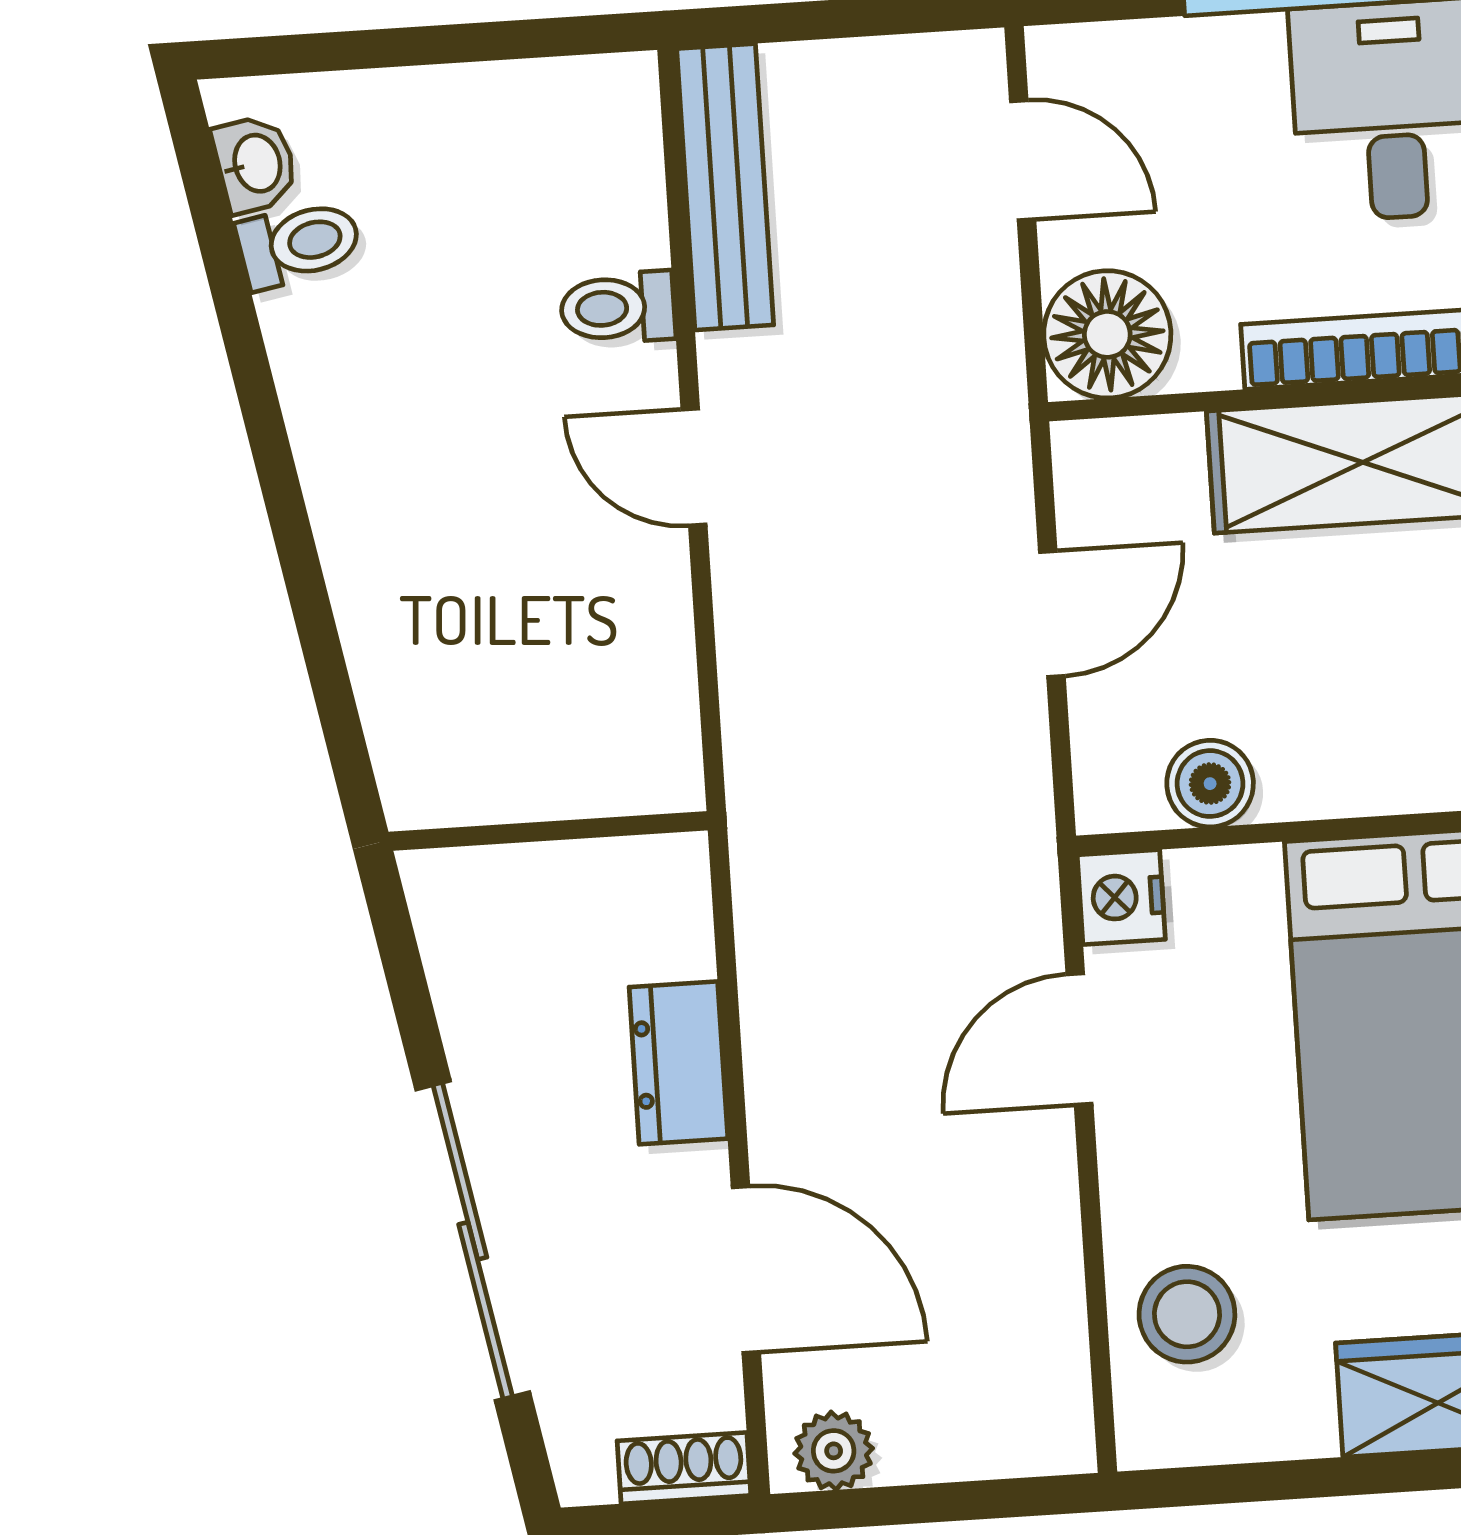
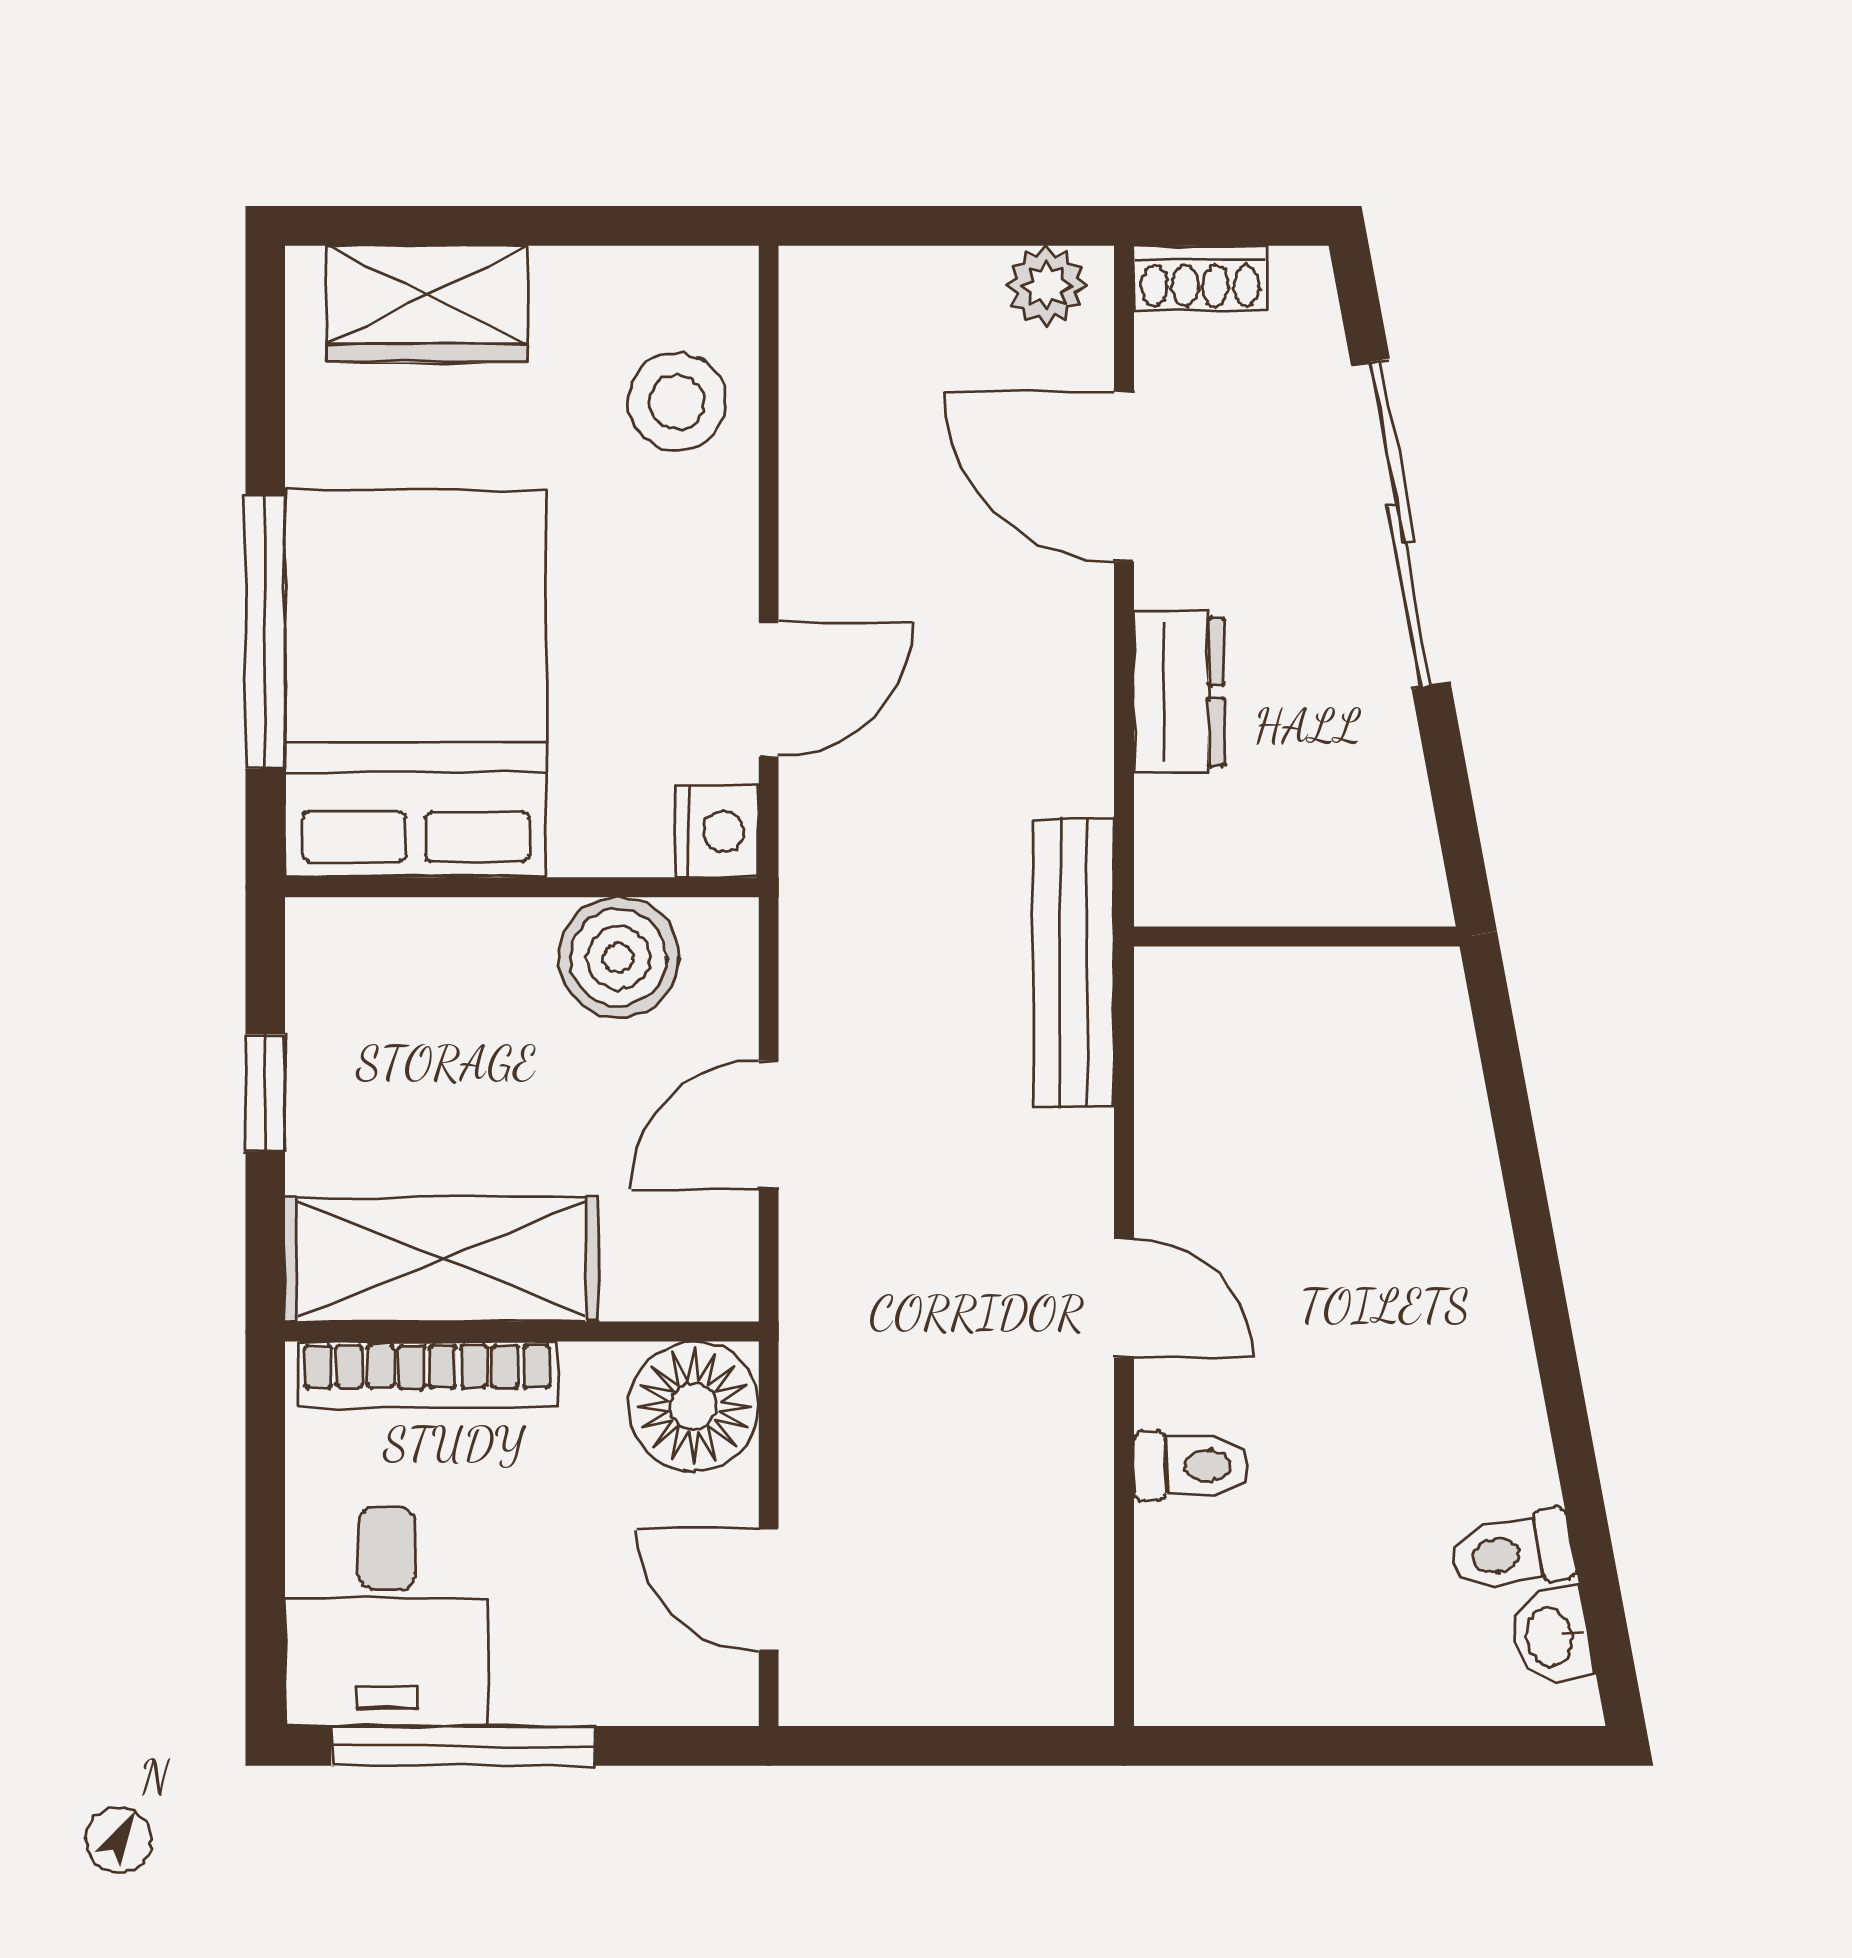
bench: (725, 187) -> (1074, 962), moved
boiler: (1210, 784) -> (618, 958), width x1.36, depth x1.36

